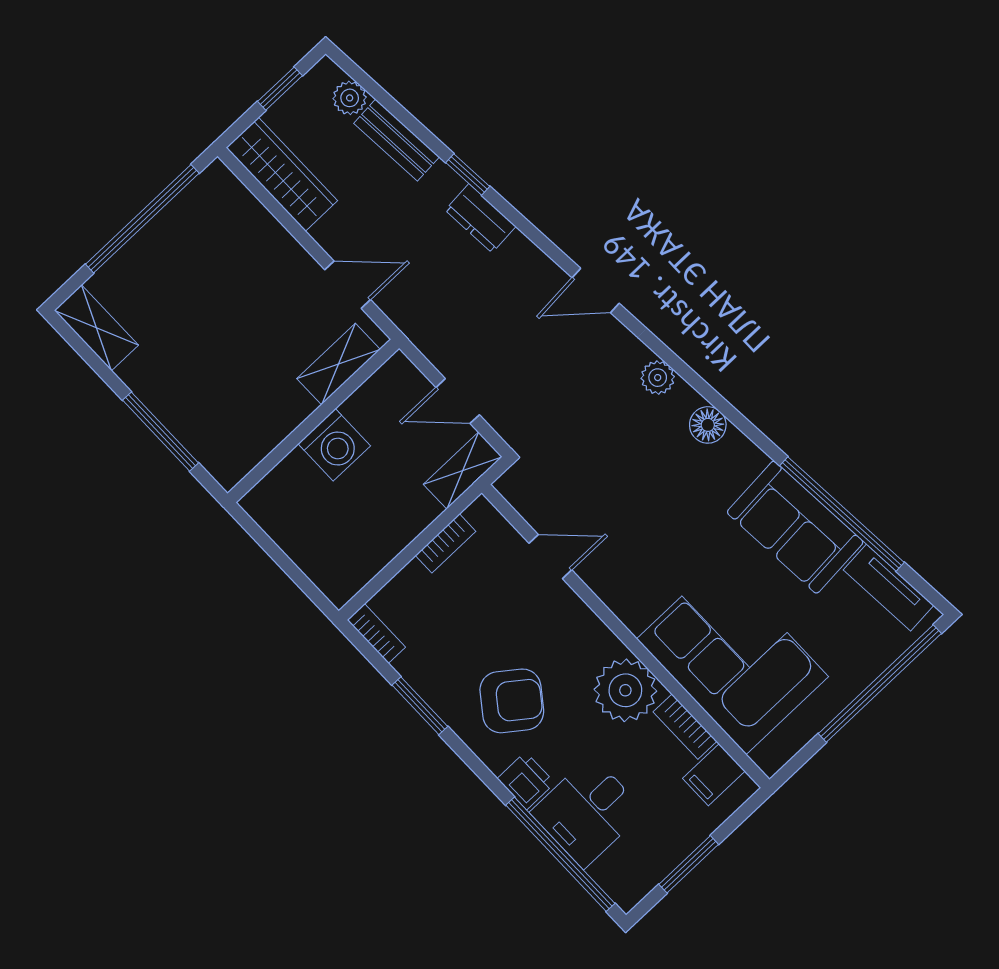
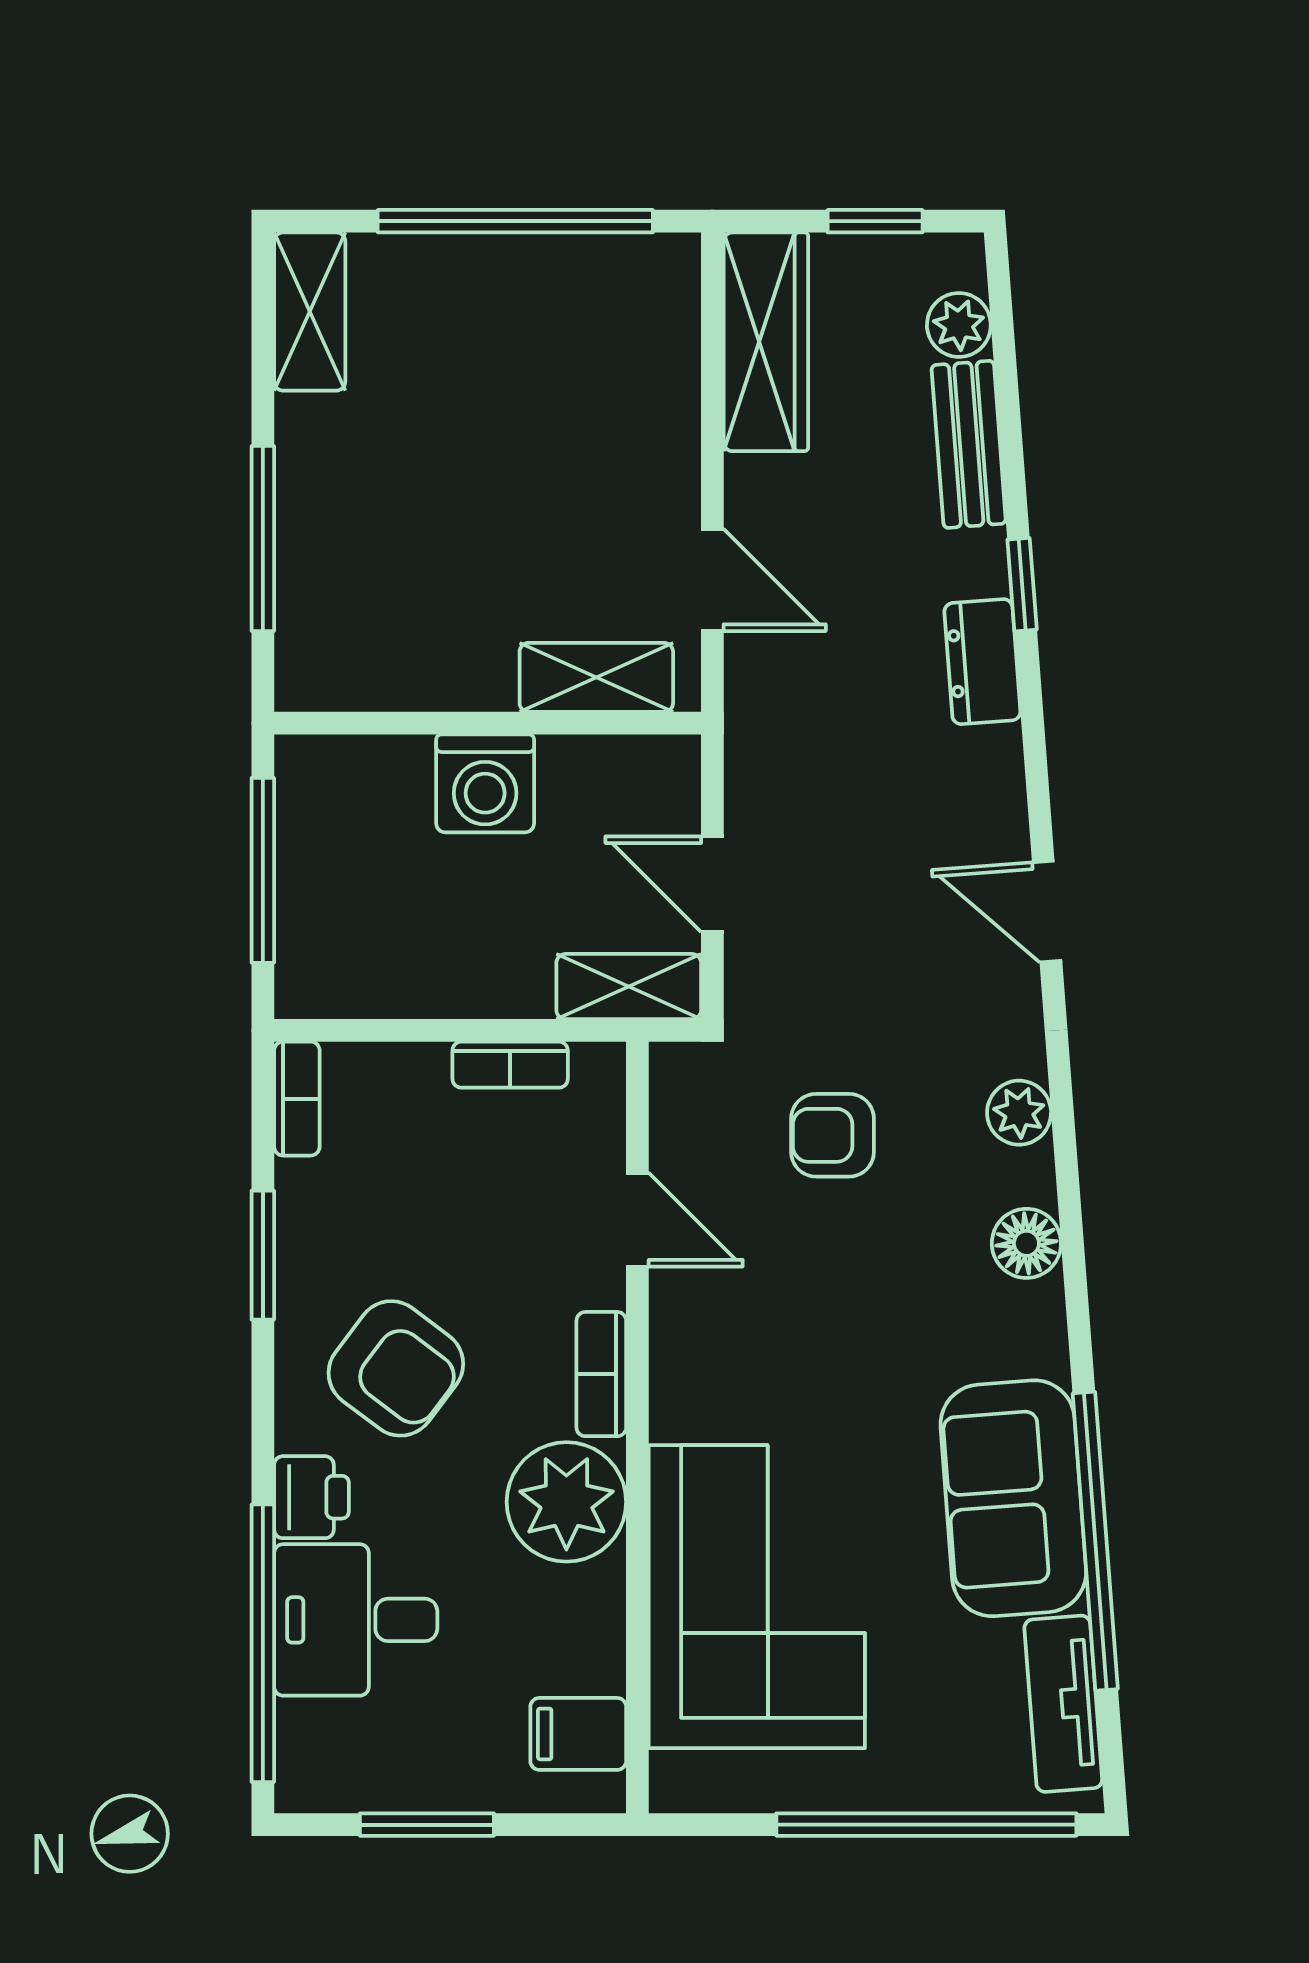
armchair: (594, 454) -> (832, 1135), added
window: (281, 558) -> (263, 870), added
bookcase: (685, 727) -> (601, 1374), moved

